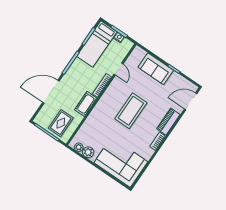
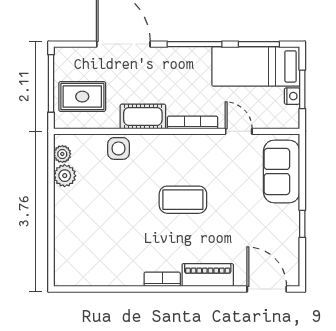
door: (119, 69) -> (239, 131), swing flipped
sofa: (156, 69) -> (282, 171), moved
coffee table: (131, 111) -> (183, 200), width x0.73, depth x0.76
side table: (92, 123) -> (119, 148), added
corner sofa: (121, 162) -> (85, 242), removed

